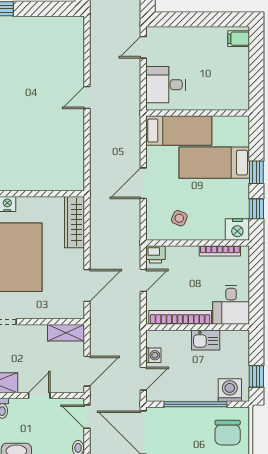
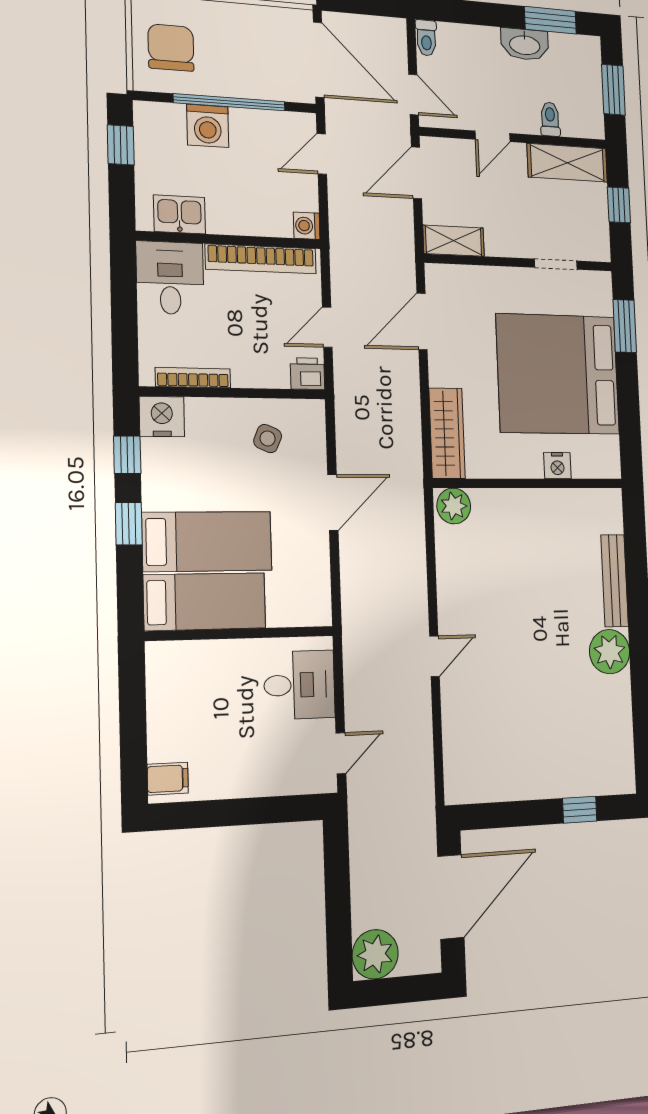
bed: (179, 131) -> (205, 602), moved, turned 180
plant: (72, 181) -> (454, 506), added
kitchen sink: (206, 340) -> (179, 214), moved
washing machine: (153, 355) -> (307, 226), moved
washing machine: (230, 390) -> (208, 126), moved

